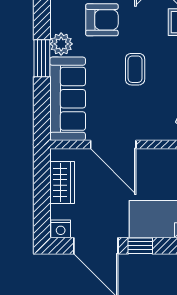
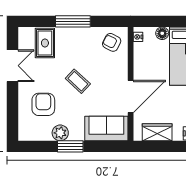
coffee table: (135, 69) -> (78, 81), turned 43
sofa: (68, 99) -> (106, 128), width x0.73

